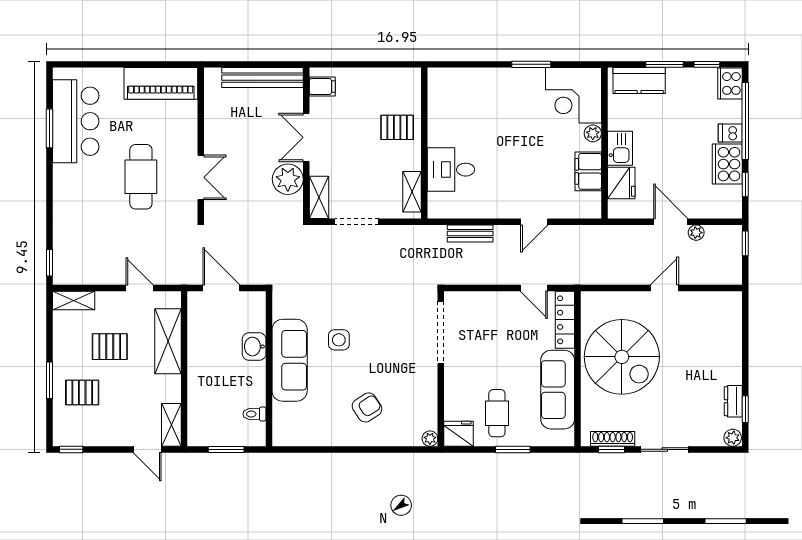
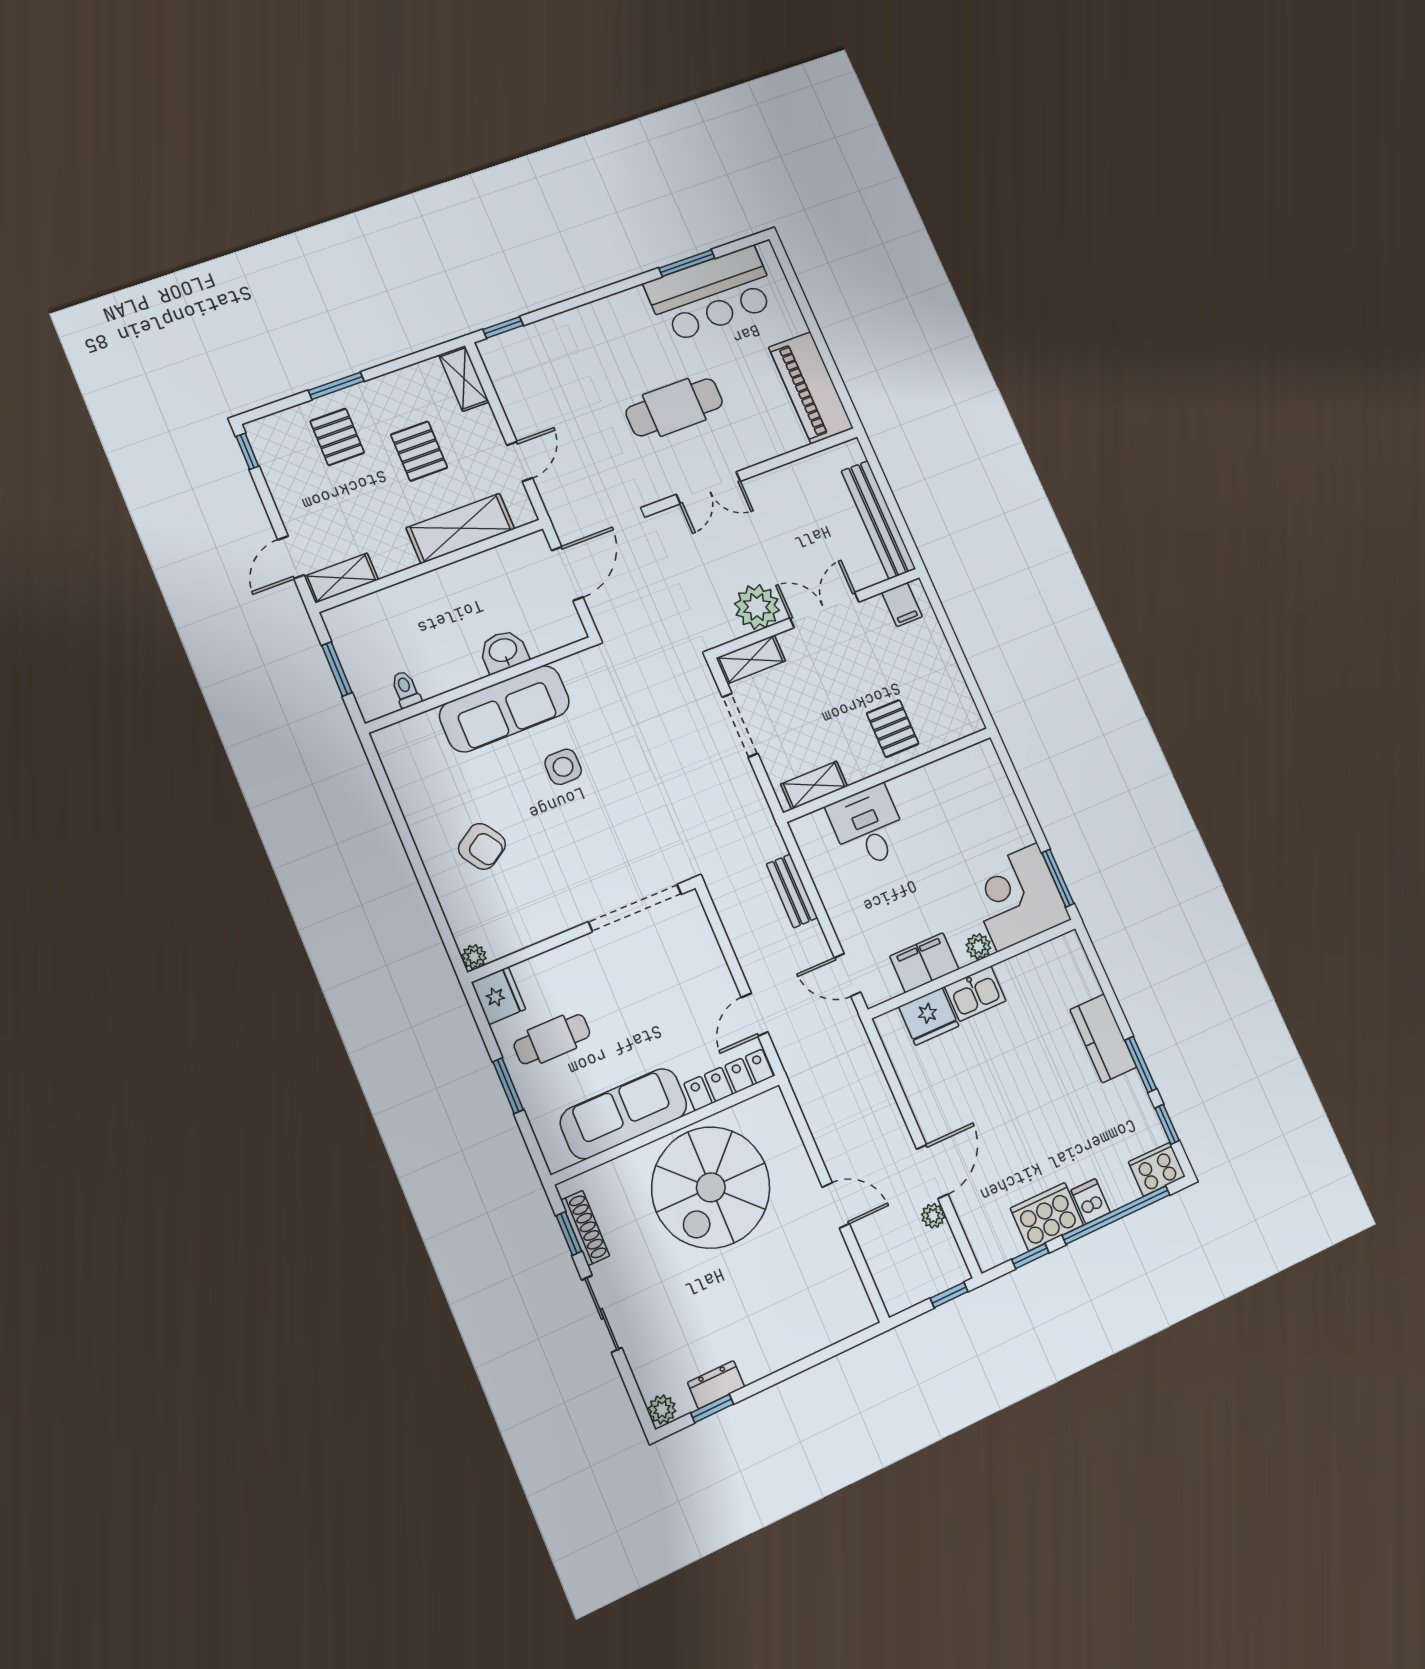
corner desk: (573, 95) -> (1017, 897), moved
plant: (593, 133) -> (978, 946), moved
wall: (604, 143) -> (973, 969), moved
kitchen sink: (620, 148) -> (975, 994), moved
filing cabinet: (588, 171) -> (924, 963), moved
fridge: (621, 183) -> (929, 1016), moved

